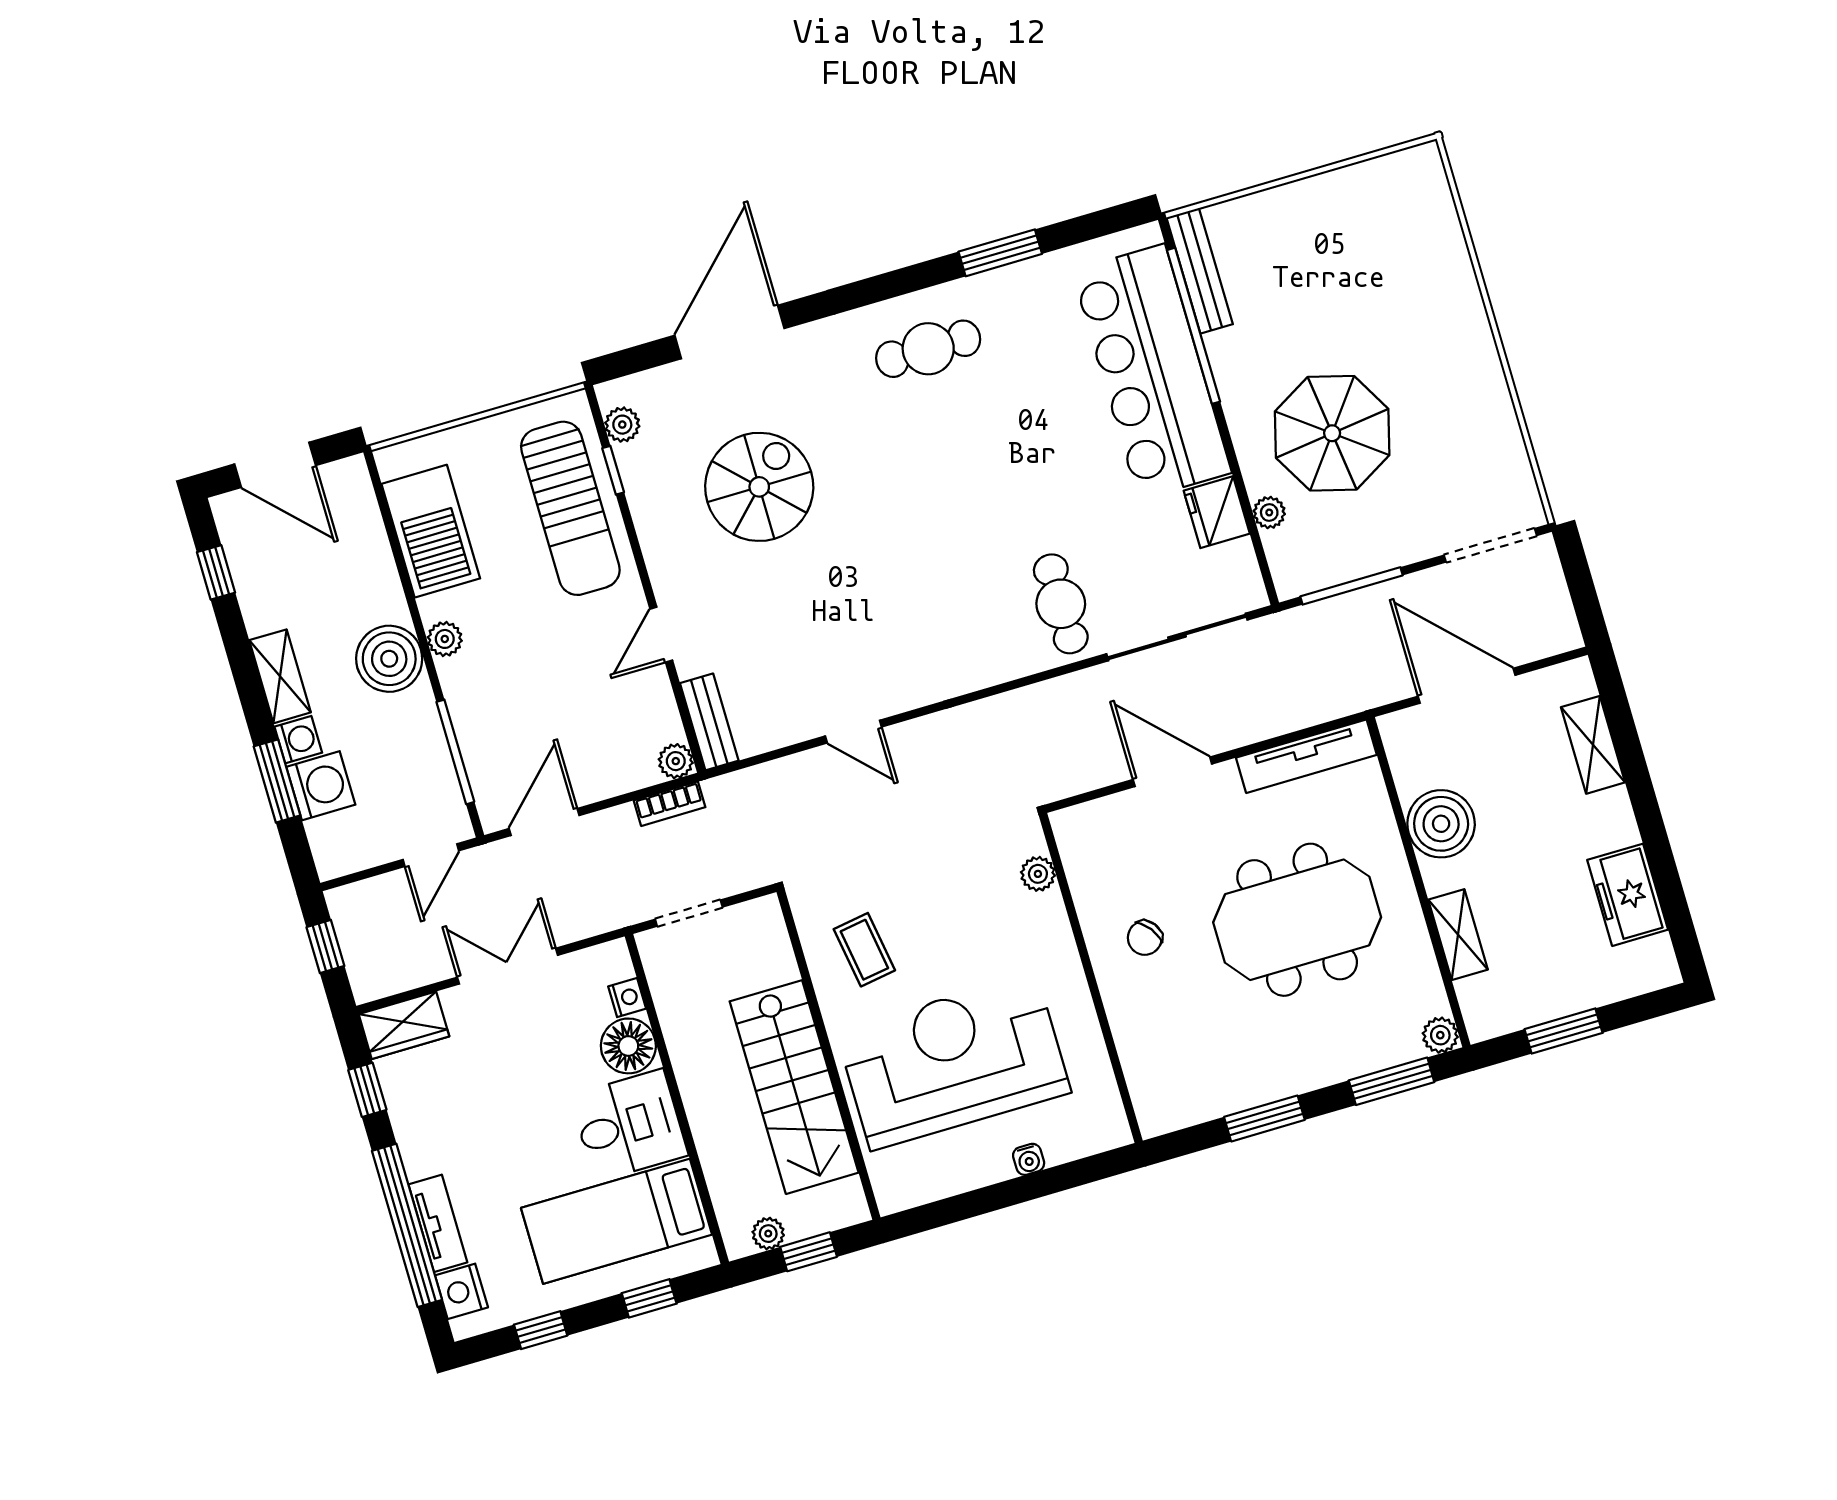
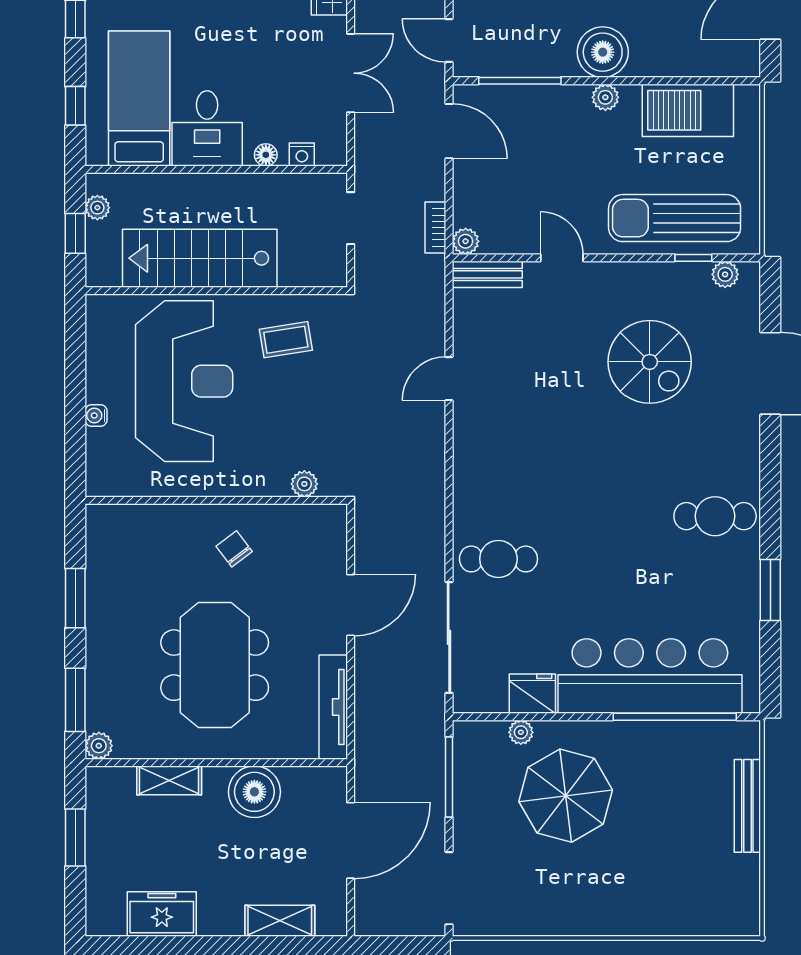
bench: (1200, 271) -> (747, 806), moved, turned 90
cafe table: (928, 349) -> (715, 516), turned 90
floor lamp: (628, 1046) -> (266, 155), width x0.53, depth x0.53

